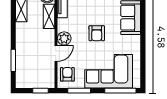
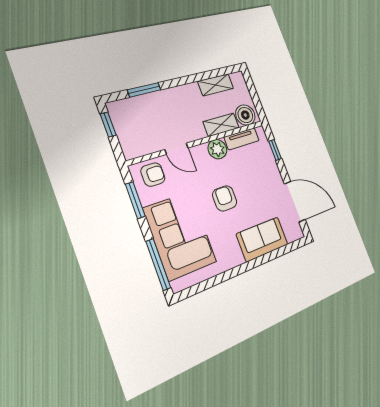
armchair: (97, 33) -> (225, 198), turned 90
plant: (64, 38) -> (217, 149), moved
window: (41, 91) -> (108, 125), moved

